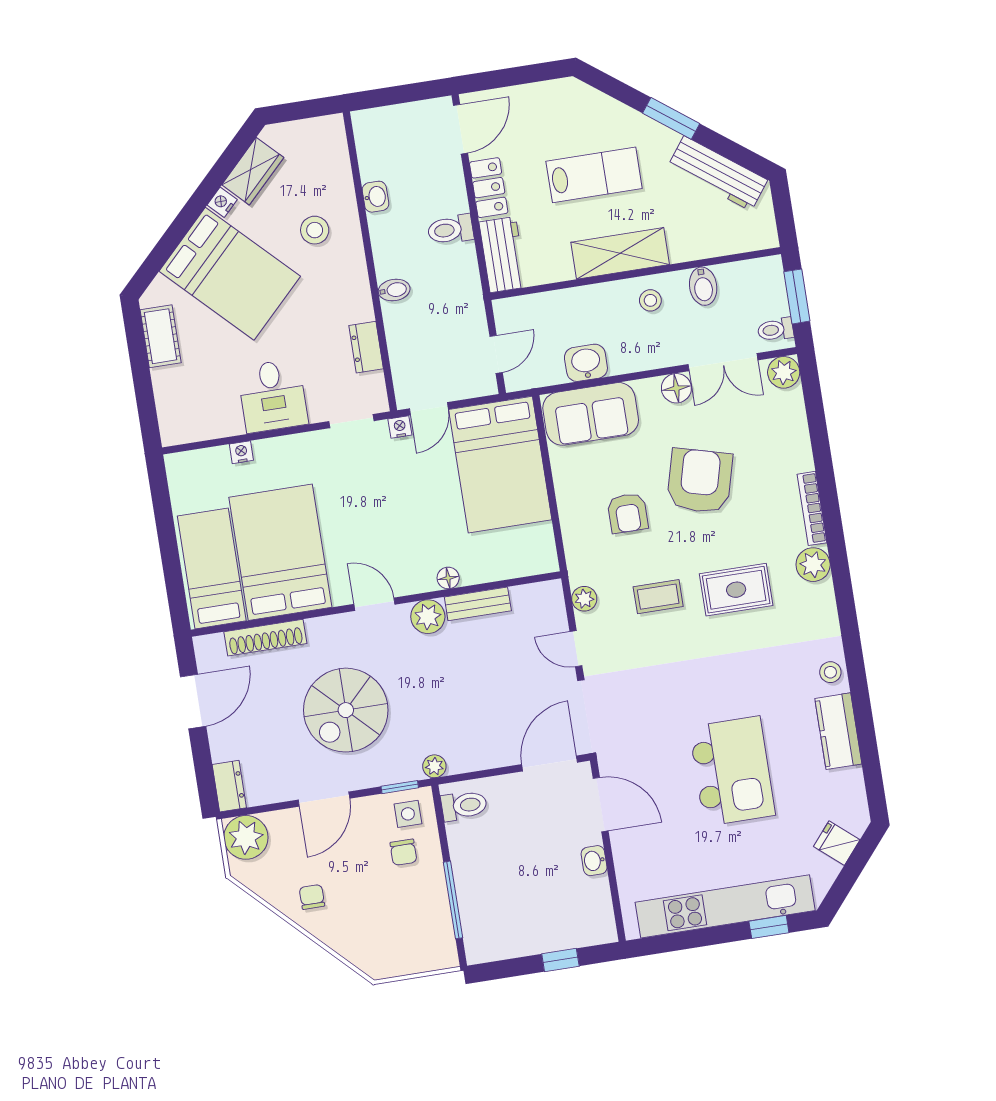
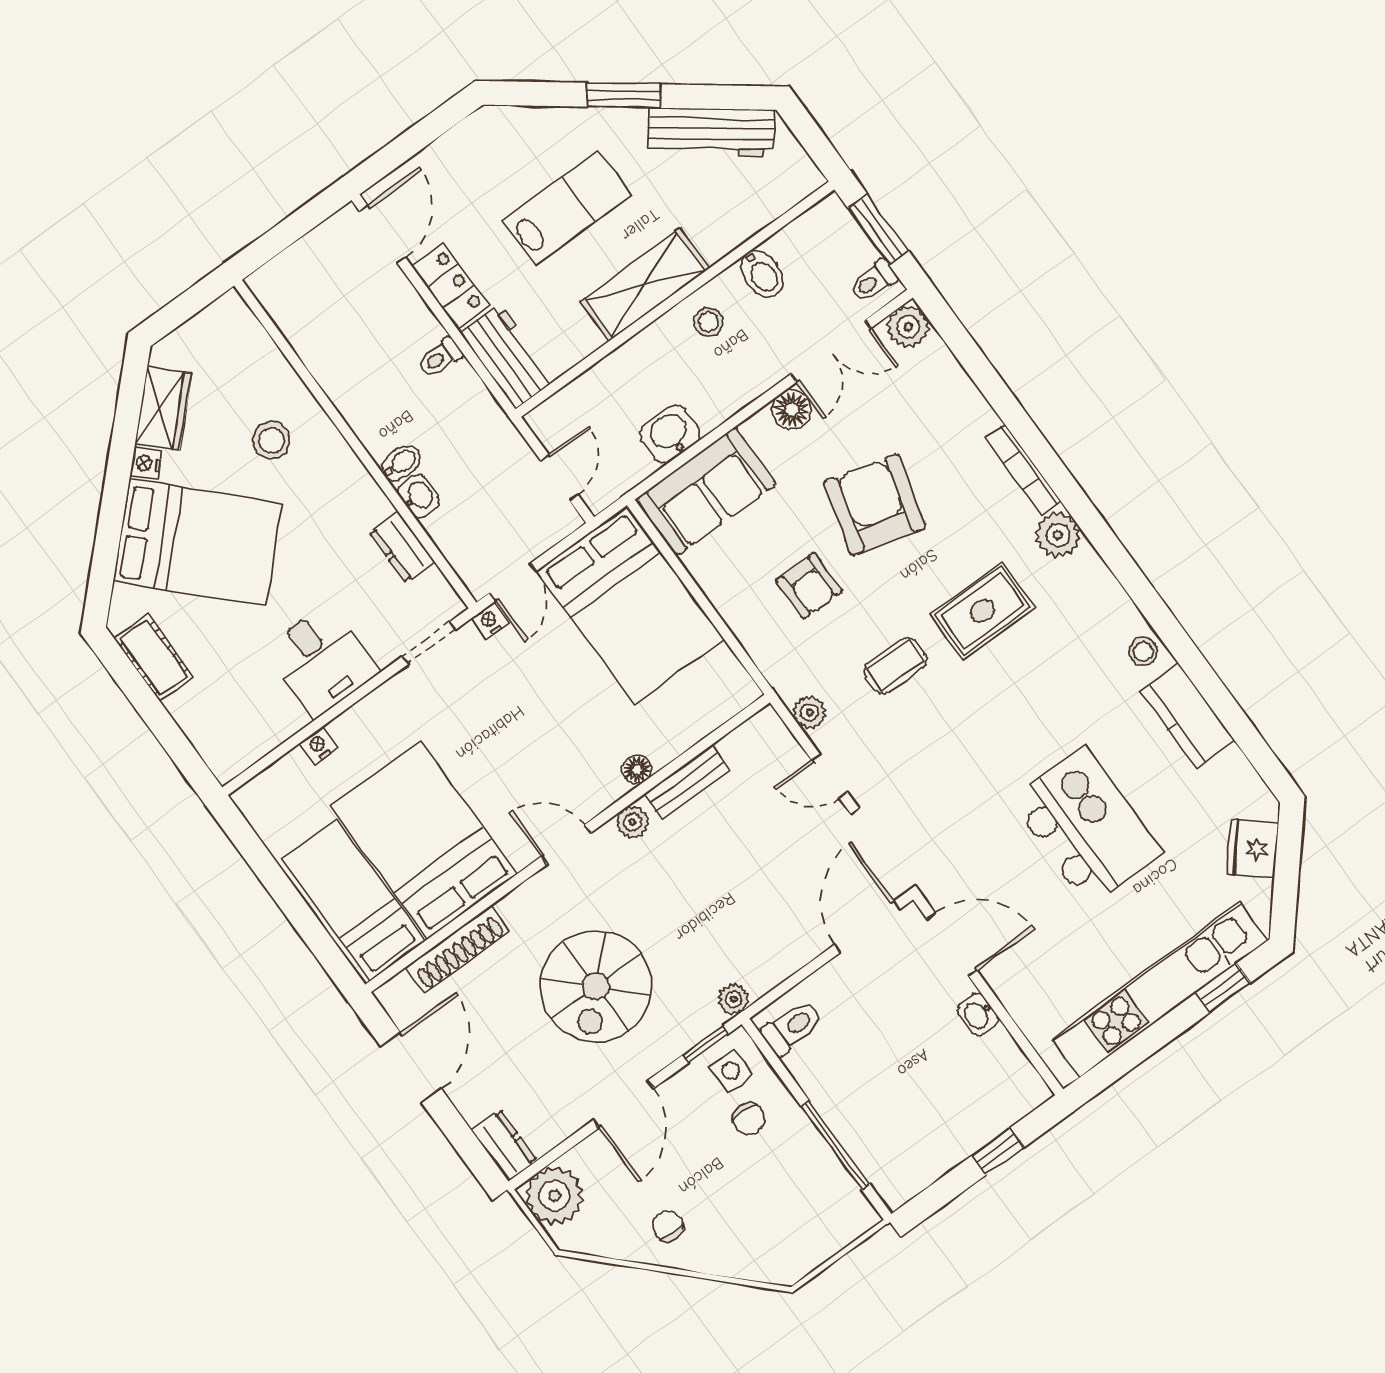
washbasin: (375, 197) -> (419, 496), moved
toilet: (450, 230) -> (440, 358), width x0.73, depth x0.72
plant: (428, 617) -> (633, 822), width x0.73, depth x0.73
fridge: (837, 843) -> (1253, 848), width x1.38

